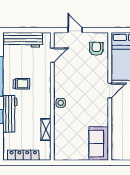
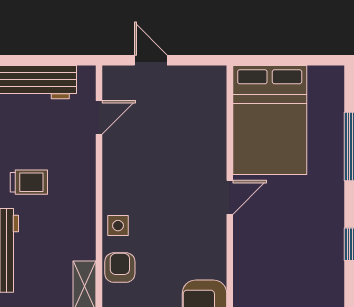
armchair: (96, 49) -> (120, 268), moved

